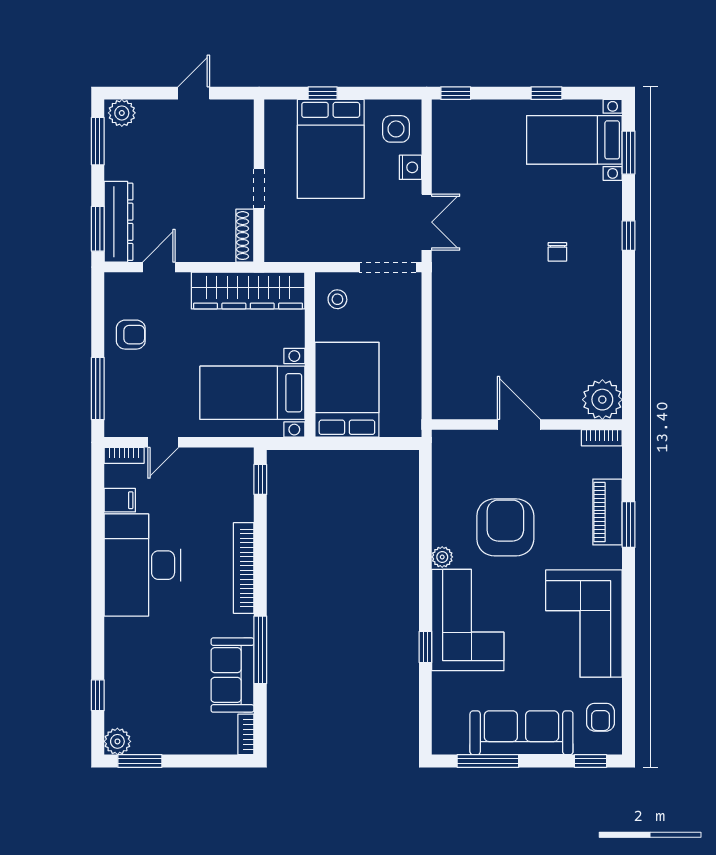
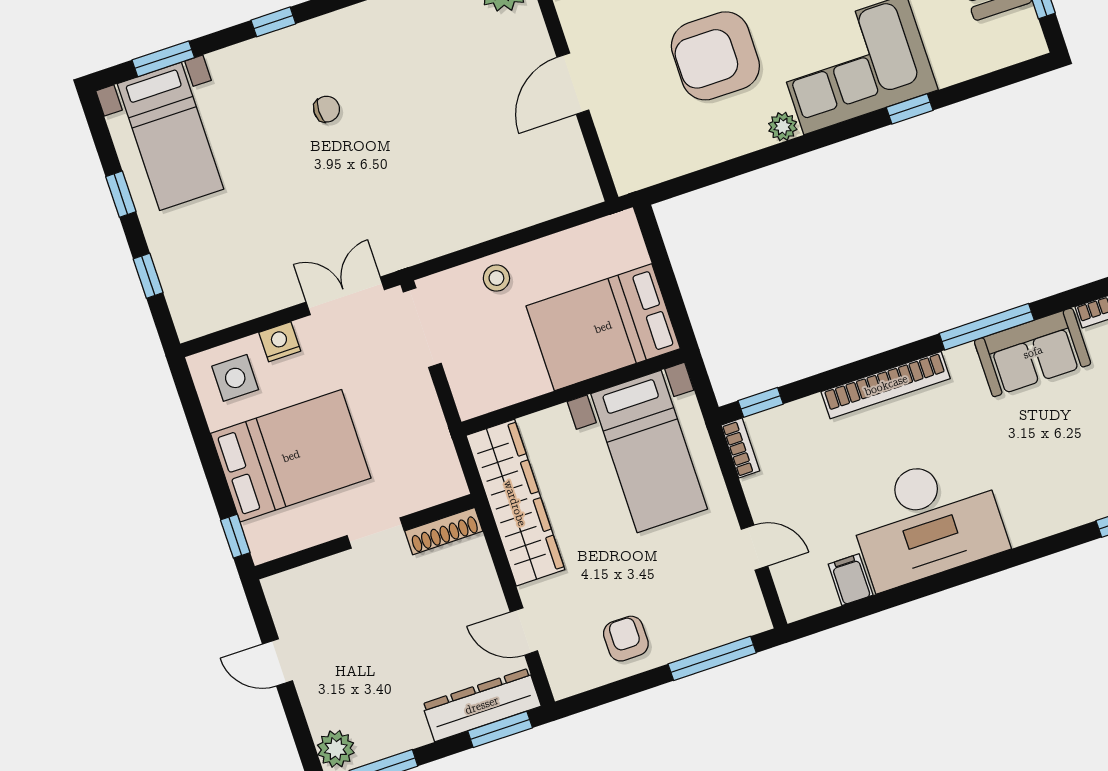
window: (323, 93) -> (235, 536), moved
window: (456, 93) -> (148, 276), moved
stool: (337, 299) -> (496, 278), moved
bookcase: (124, 455) -> (740, 448), moved

